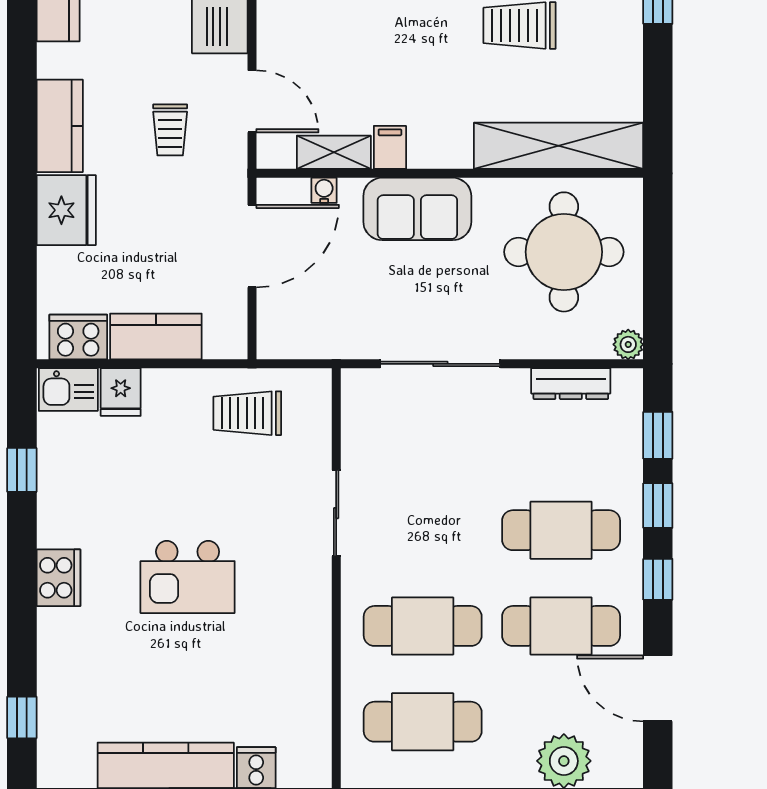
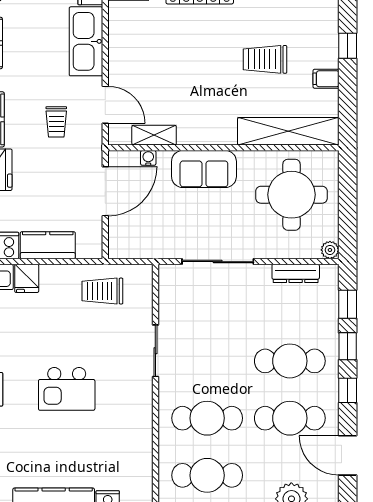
filing cabinet: (390, 147) -> (326, 79), moved, turned -90

